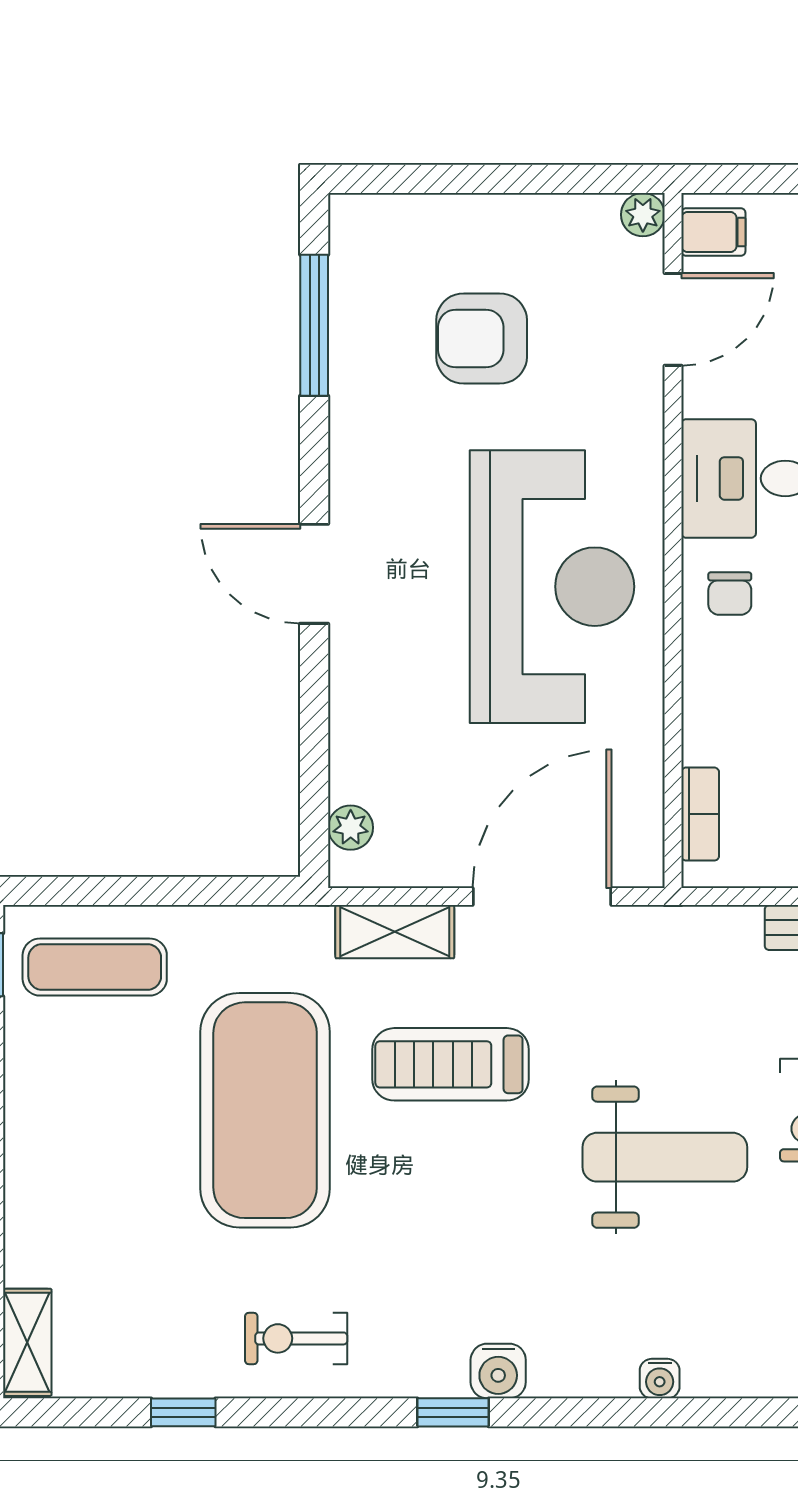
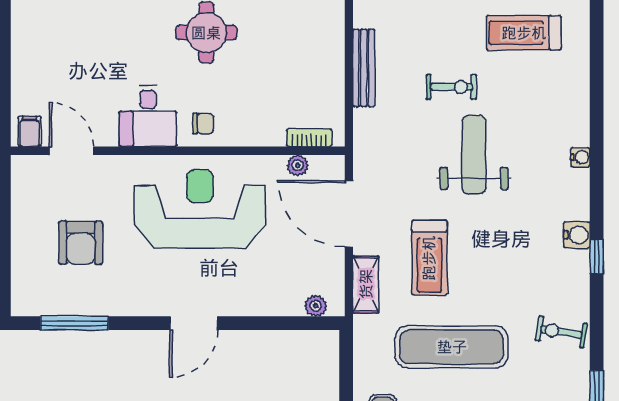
plant: (643, 215) -> (298, 165), moved
exercise mat: (265, 1110) -> (452, 347), width x0.68
exercise bike: (296, 1338) -> (561, 332), turned 99

